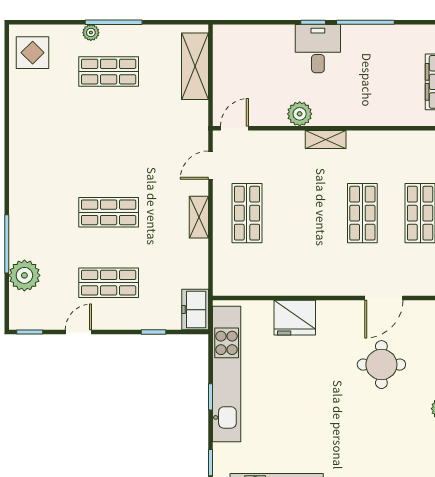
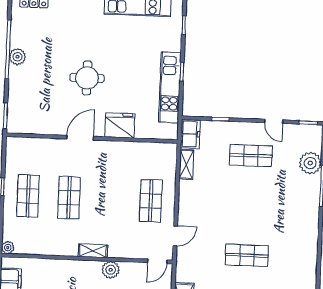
shop shelf: (109, 212) -> (247, 255), moved
shelving: (199, 217) -> (186, 164), moved
door: (384, 298) -> (80, 138), moved
door: (78, 332) -> (274, 121), hinge flipped
round table: (381, 365) -> (87, 78), moved
kitchen unit: (227, 374) -> (170, 87), width x0.73

